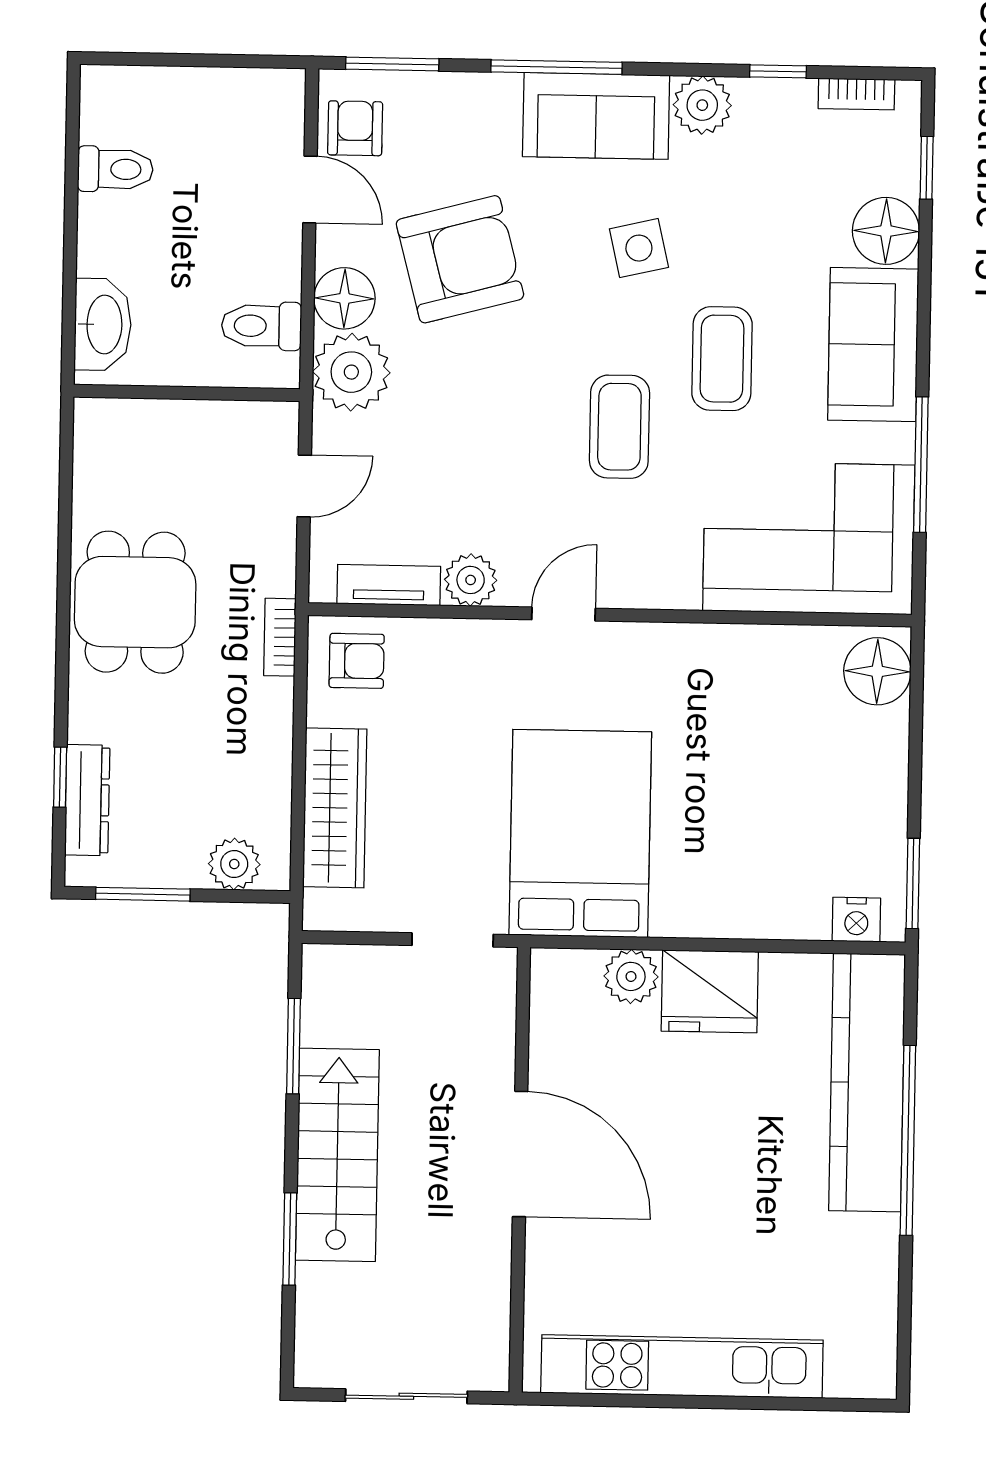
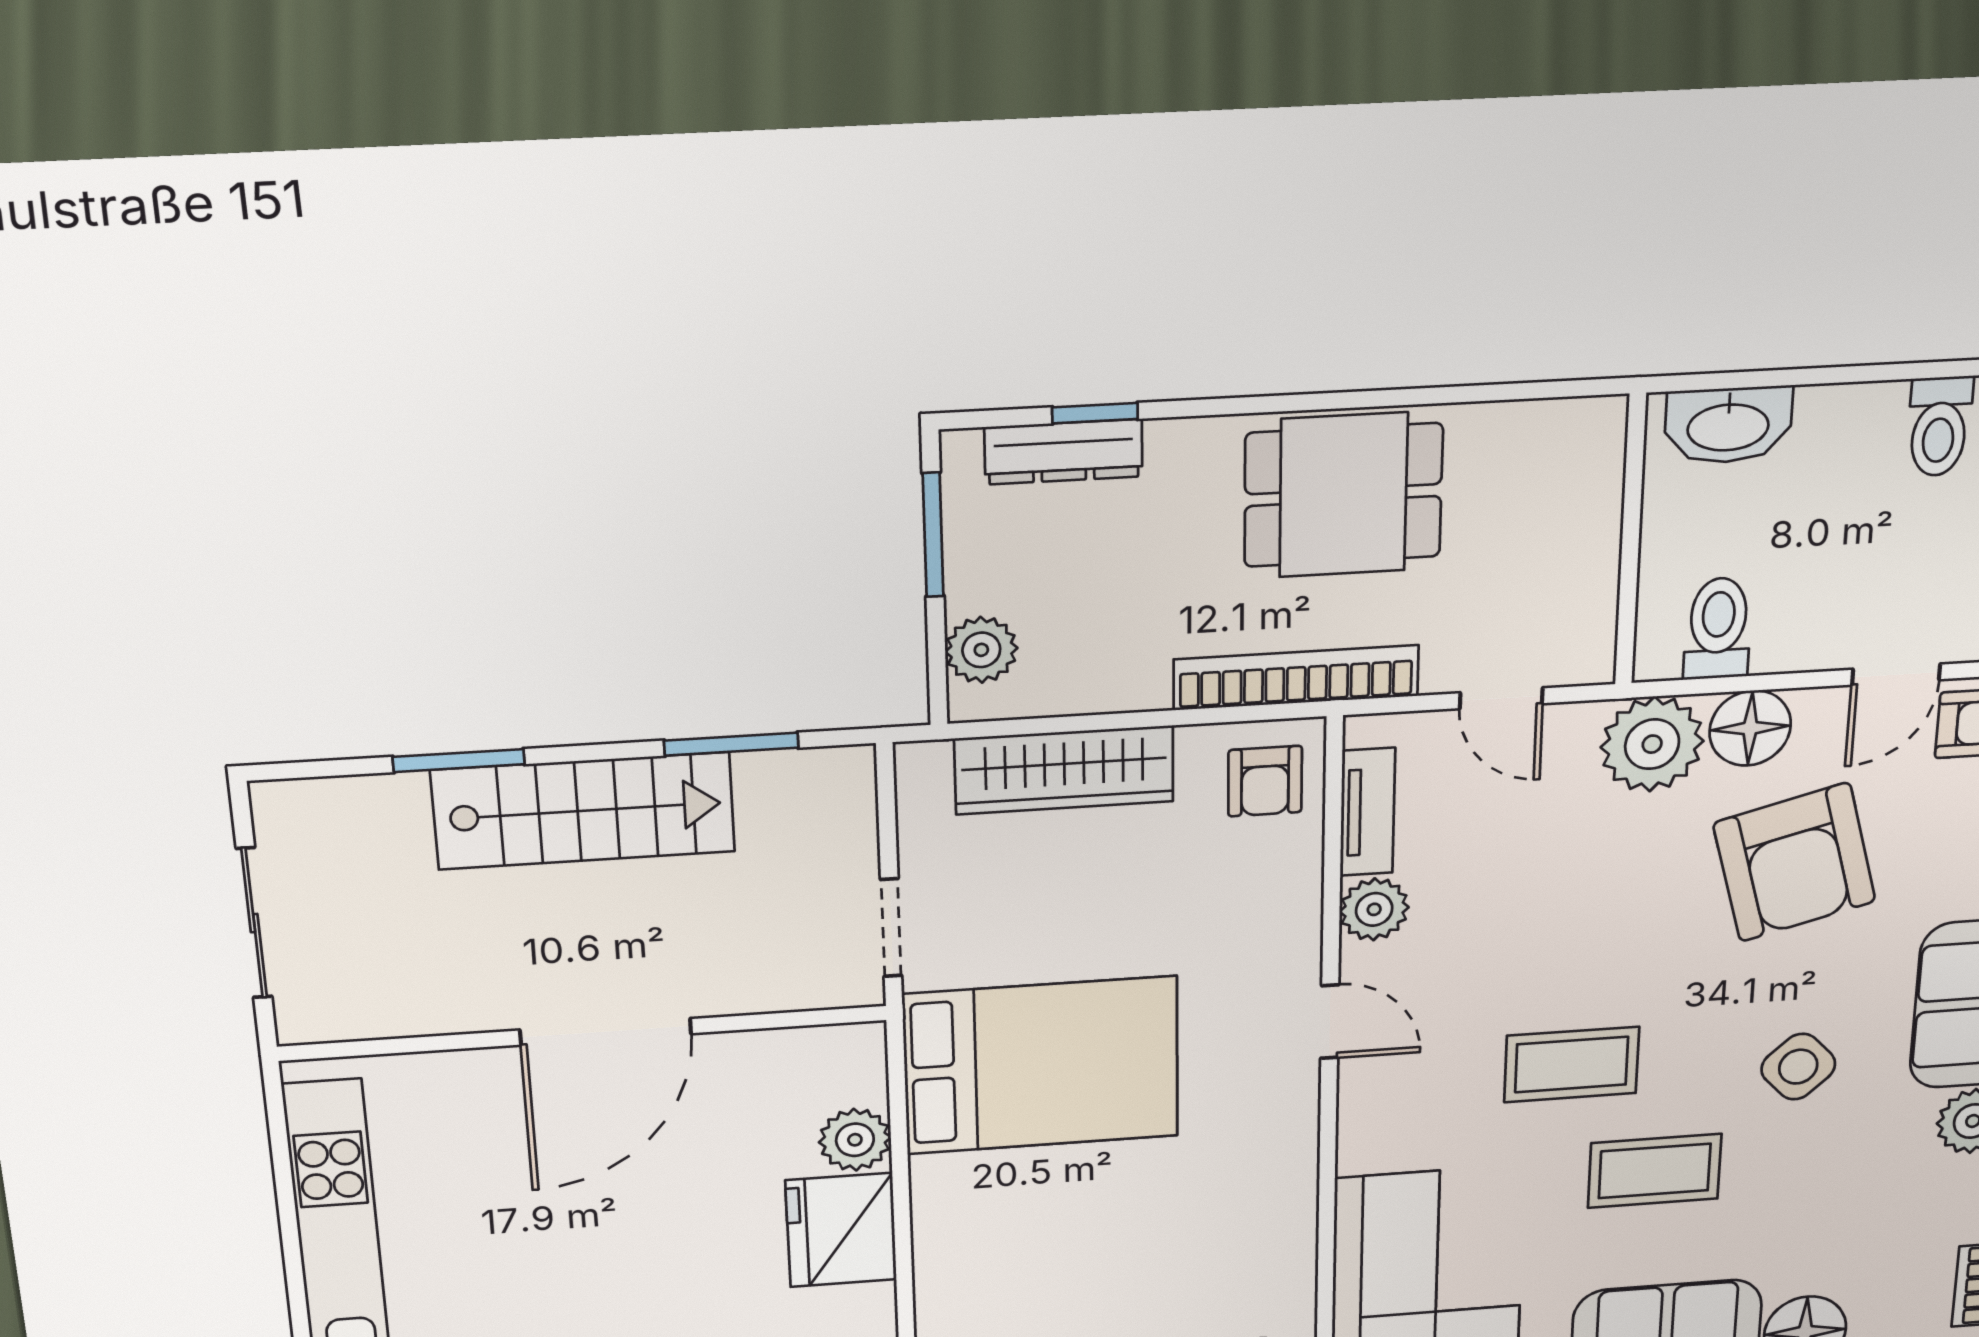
side table: (639, 248) -> (1798, 1067), turned -30
bookcase: (280, 637) -> (1296, 678), width x2.31, depth x1.31

